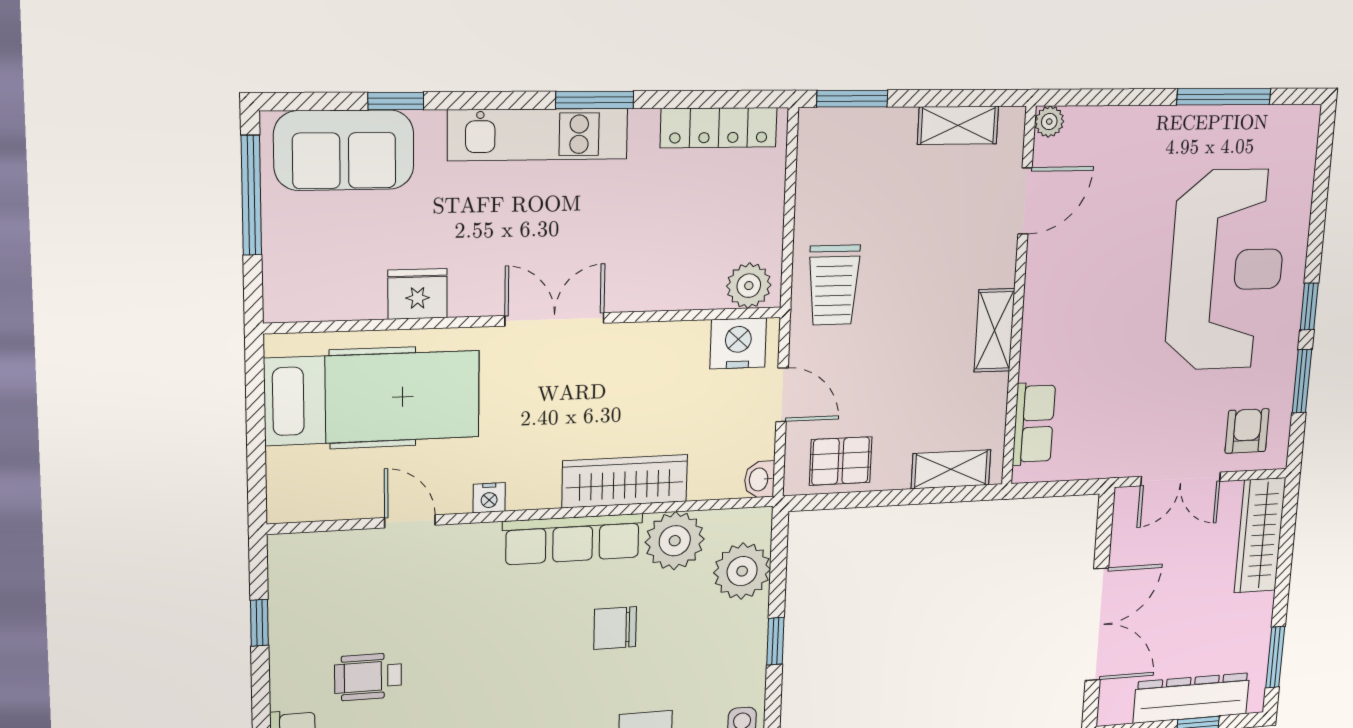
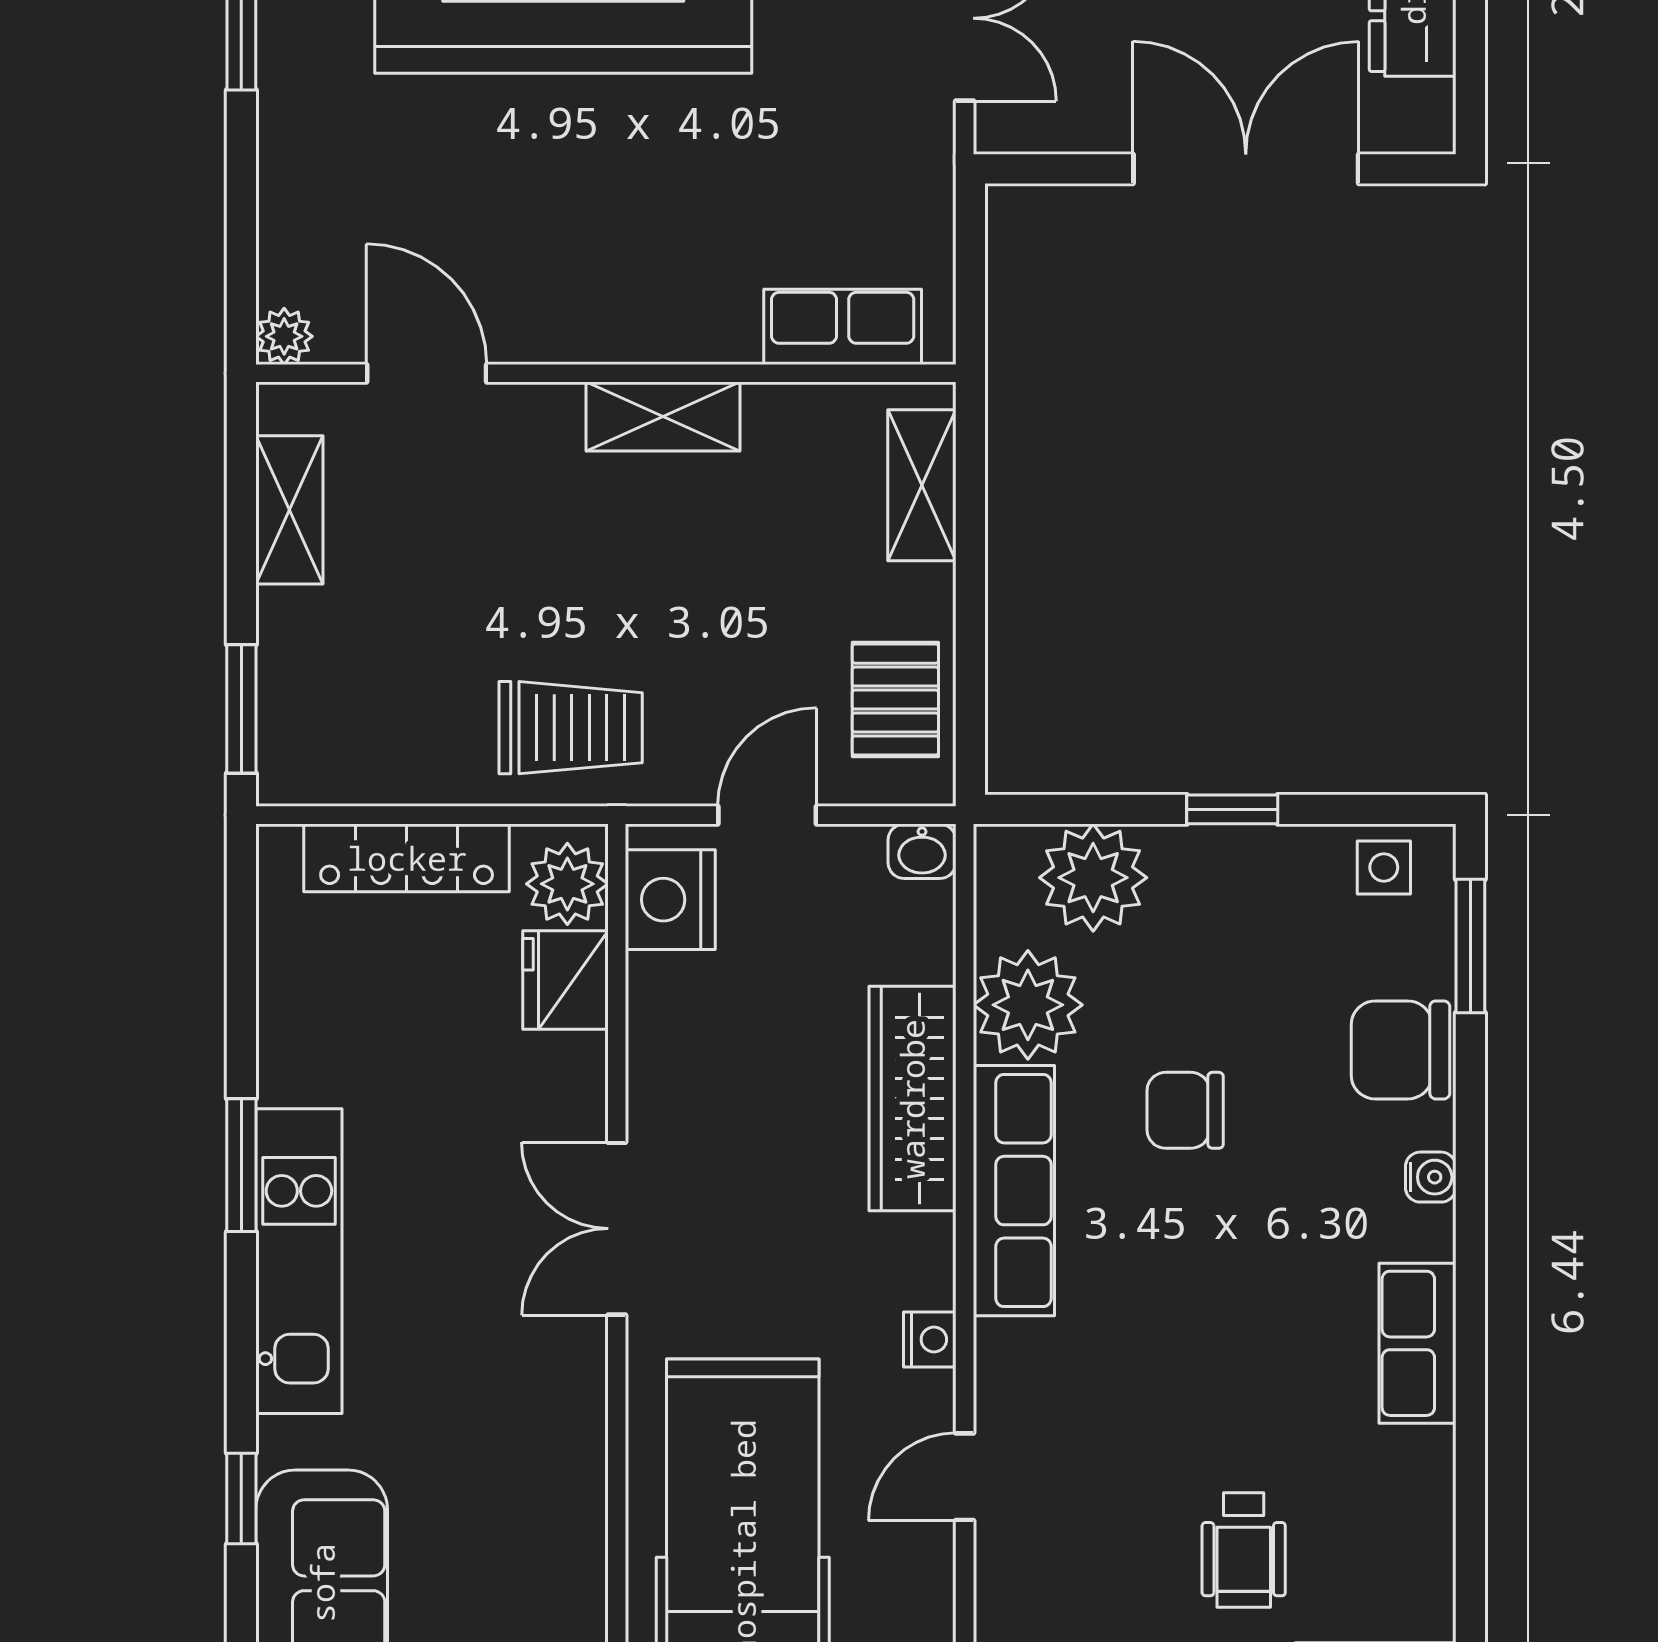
locker: (719, 128) -> (407, 858), moved, turned 90
fridge: (418, 294) -> (566, 980), moved
chair: (615, 628) -> (1185, 1110), turned 90

